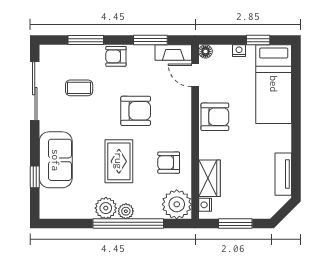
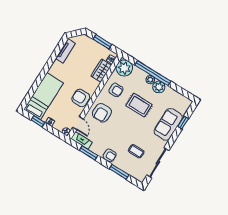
armchair: (136, 111) -> (102, 113), moved, turned -90
rug: (119, 161) -> (139, 105), turned 90

